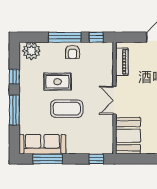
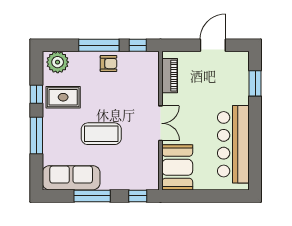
armchair: (73, 52) -> (108, 64), turned -90
rug: (58, 82) -> (63, 97), moved
double door: (114, 100) -> (161, 123), swing flipped
window: (48, 159) -> (92, 196), moved

